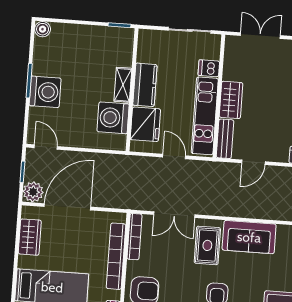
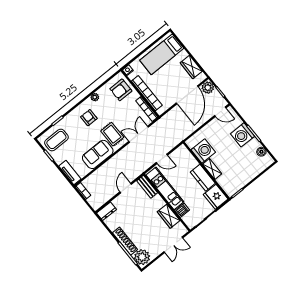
boiler: (43, 29) -> (261, 152), moved
wardrobe: (231, 100) -> (169, 216), moved
fridge: (145, 124) -> (216, 197), moved

